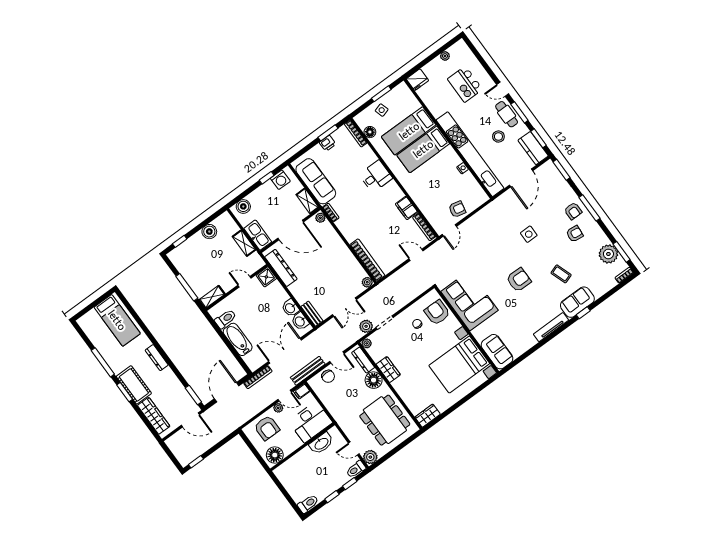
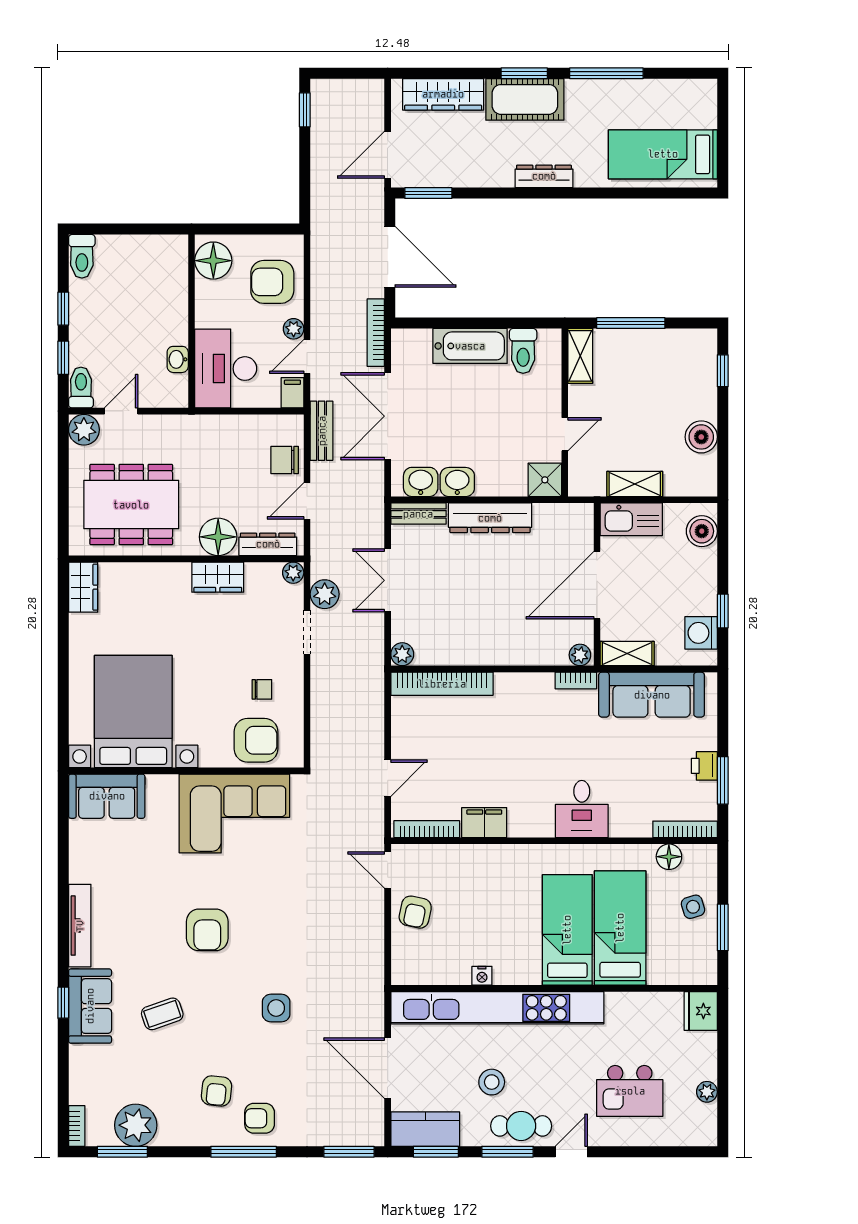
kitchen island: (465, 84) -> (630, 1091), turned 180
dresser: (281, 268) -> (490, 518), moved
double door: (285, 351) -> (388, 416), swing flipped
bench: (308, 371) -> (322, 431), width x0.73
washbasin: (321, 443) -> (178, 359), width x0.52, depth x0.69

